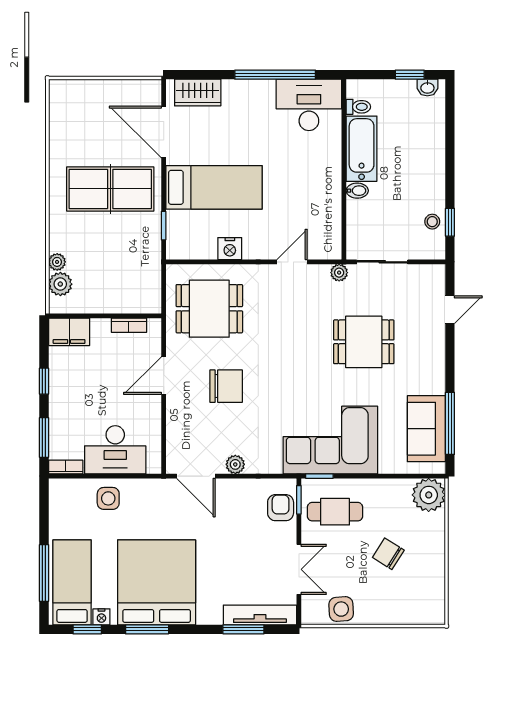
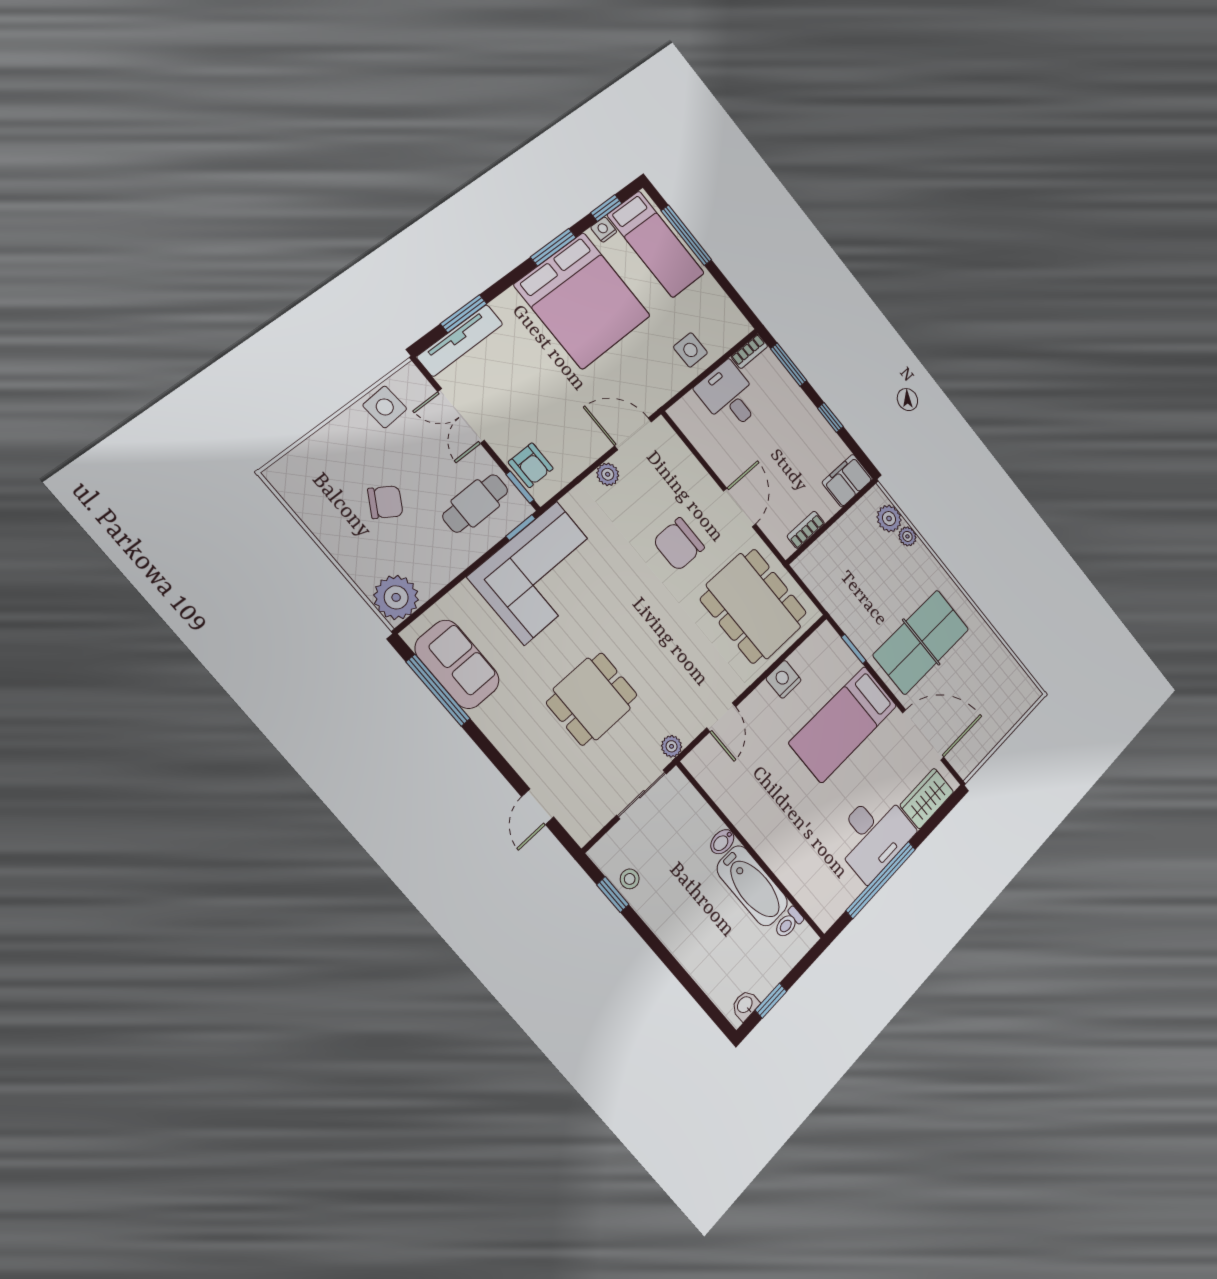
desk: (309, 105) -> (873, 835), moved
dining table: (209, 309) -> (754, 606), width x1.38
desk: (115, 450) -> (729, 396), width x0.73

